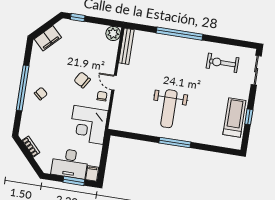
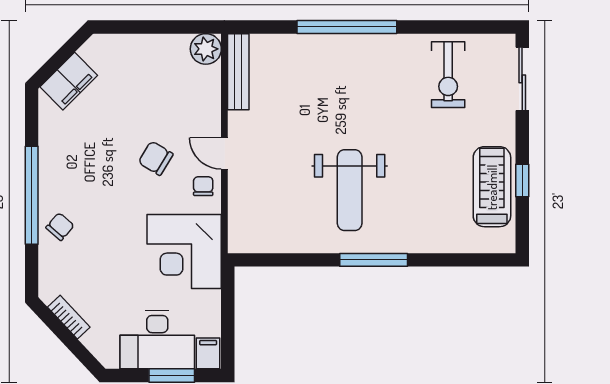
window: (78, 18) -> (125, 27), removed
exercise bike: (223, 63) -> (448, 75), turned -90
chair: (41, 94) -> (60, 227), moved

